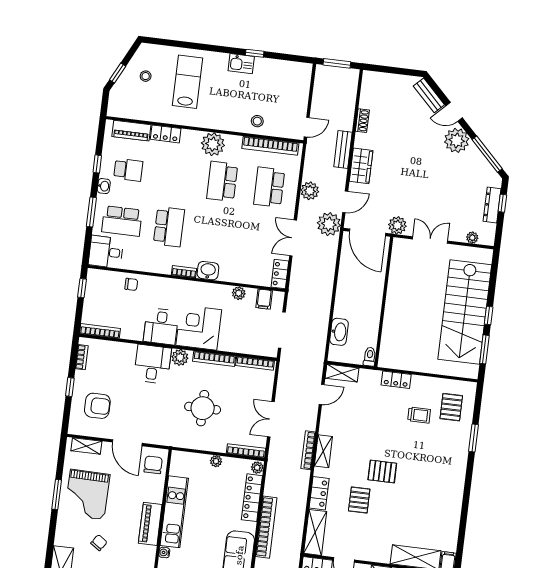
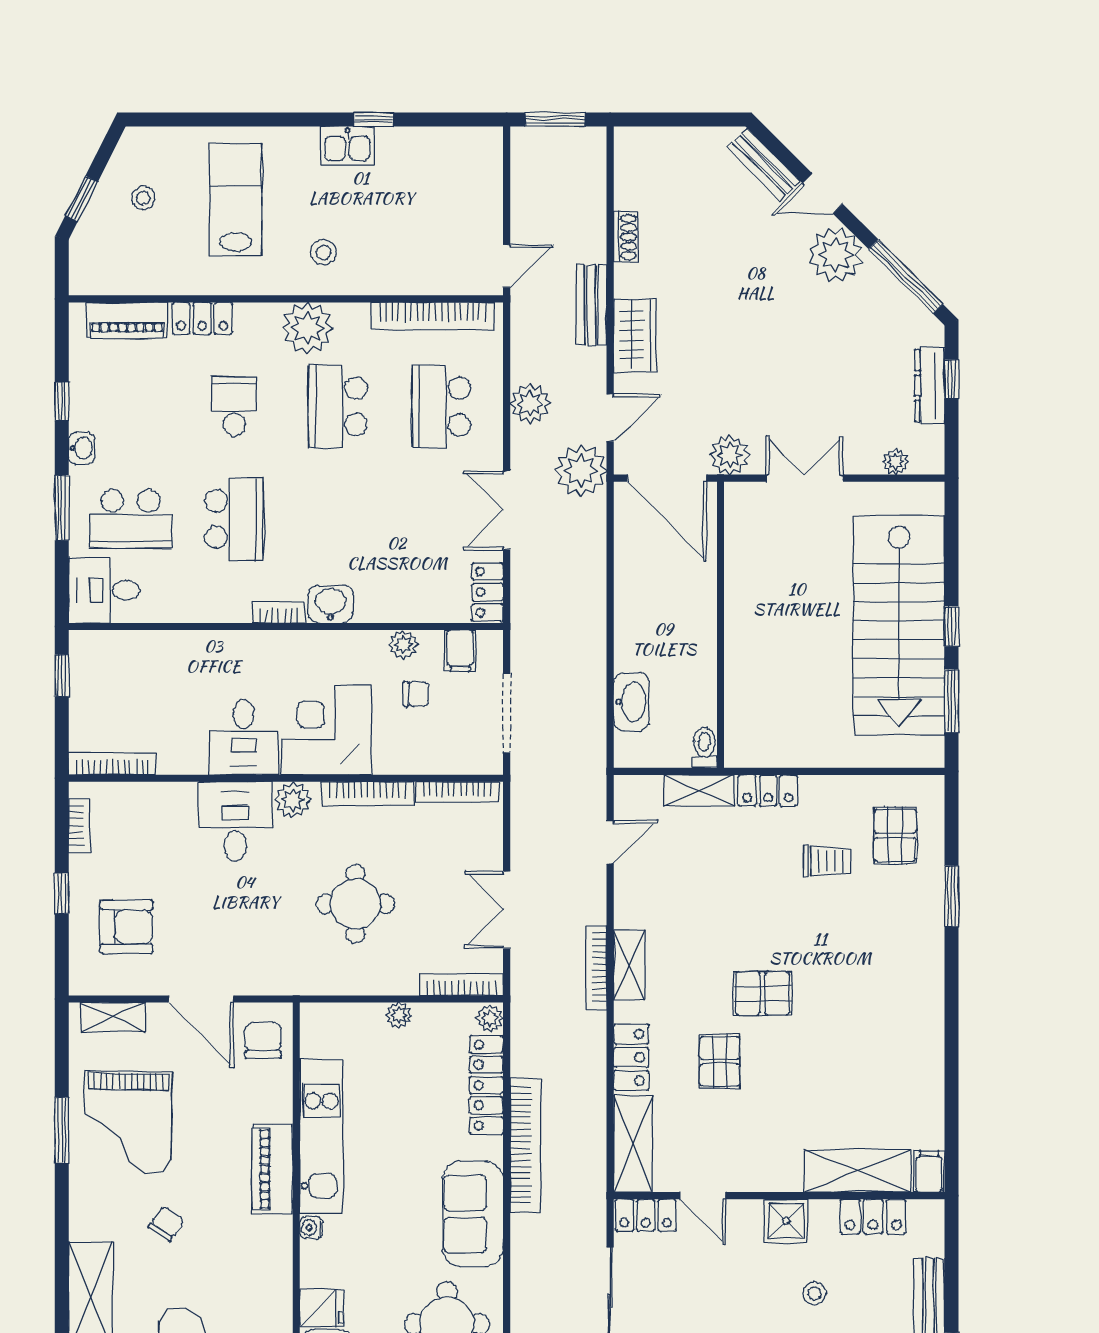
stool: (257, 121) -> (324, 252), moved
school desk: (128, 170) -> (234, 406), moved, turned -90
chair: (131, 284) -> (416, 694), moved
shelving: (342, 373) -> (699, 791), moved

